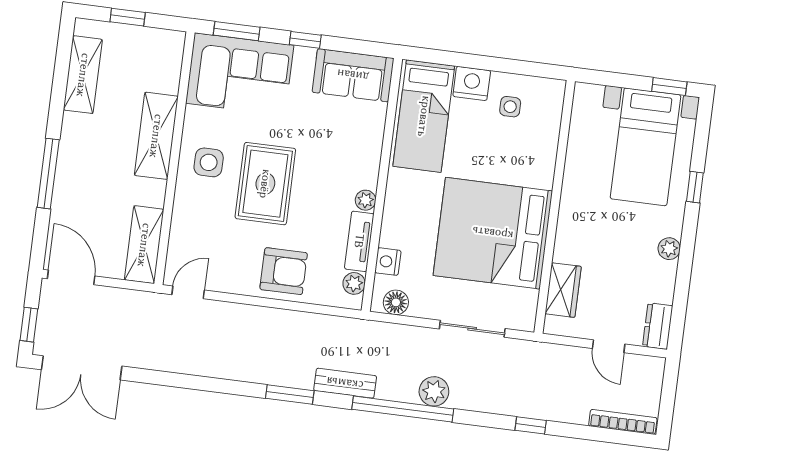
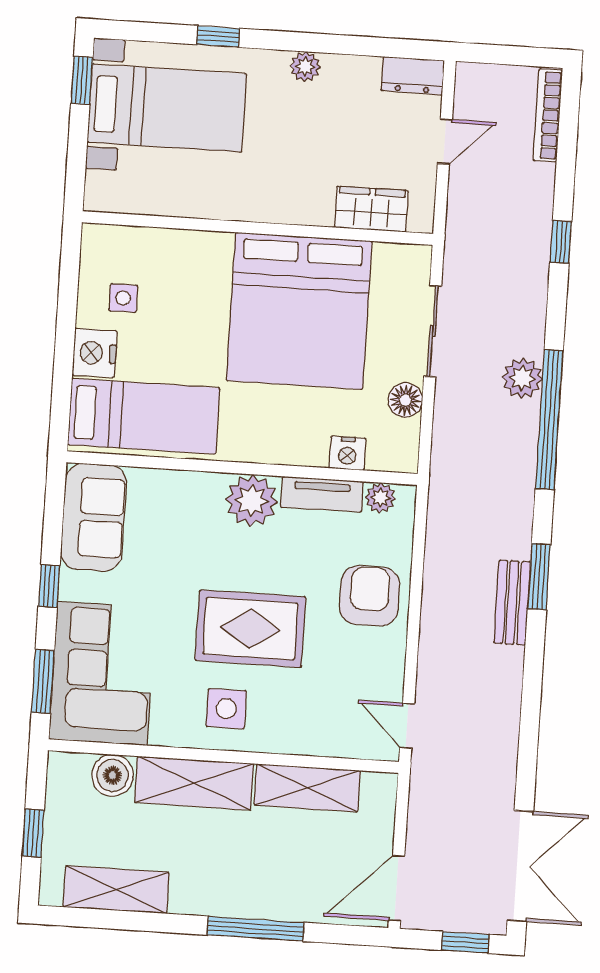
boiler: (166, 77) -> (112, 775), added
plant: (366, 200) -> (252, 501), width x1.88, depth x1.88
shelving: (144, 245) -> (307, 788), moved
floor lamp: (396, 302) -> (405, 400), moved
bench: (345, 383) -> (512, 603), moved

